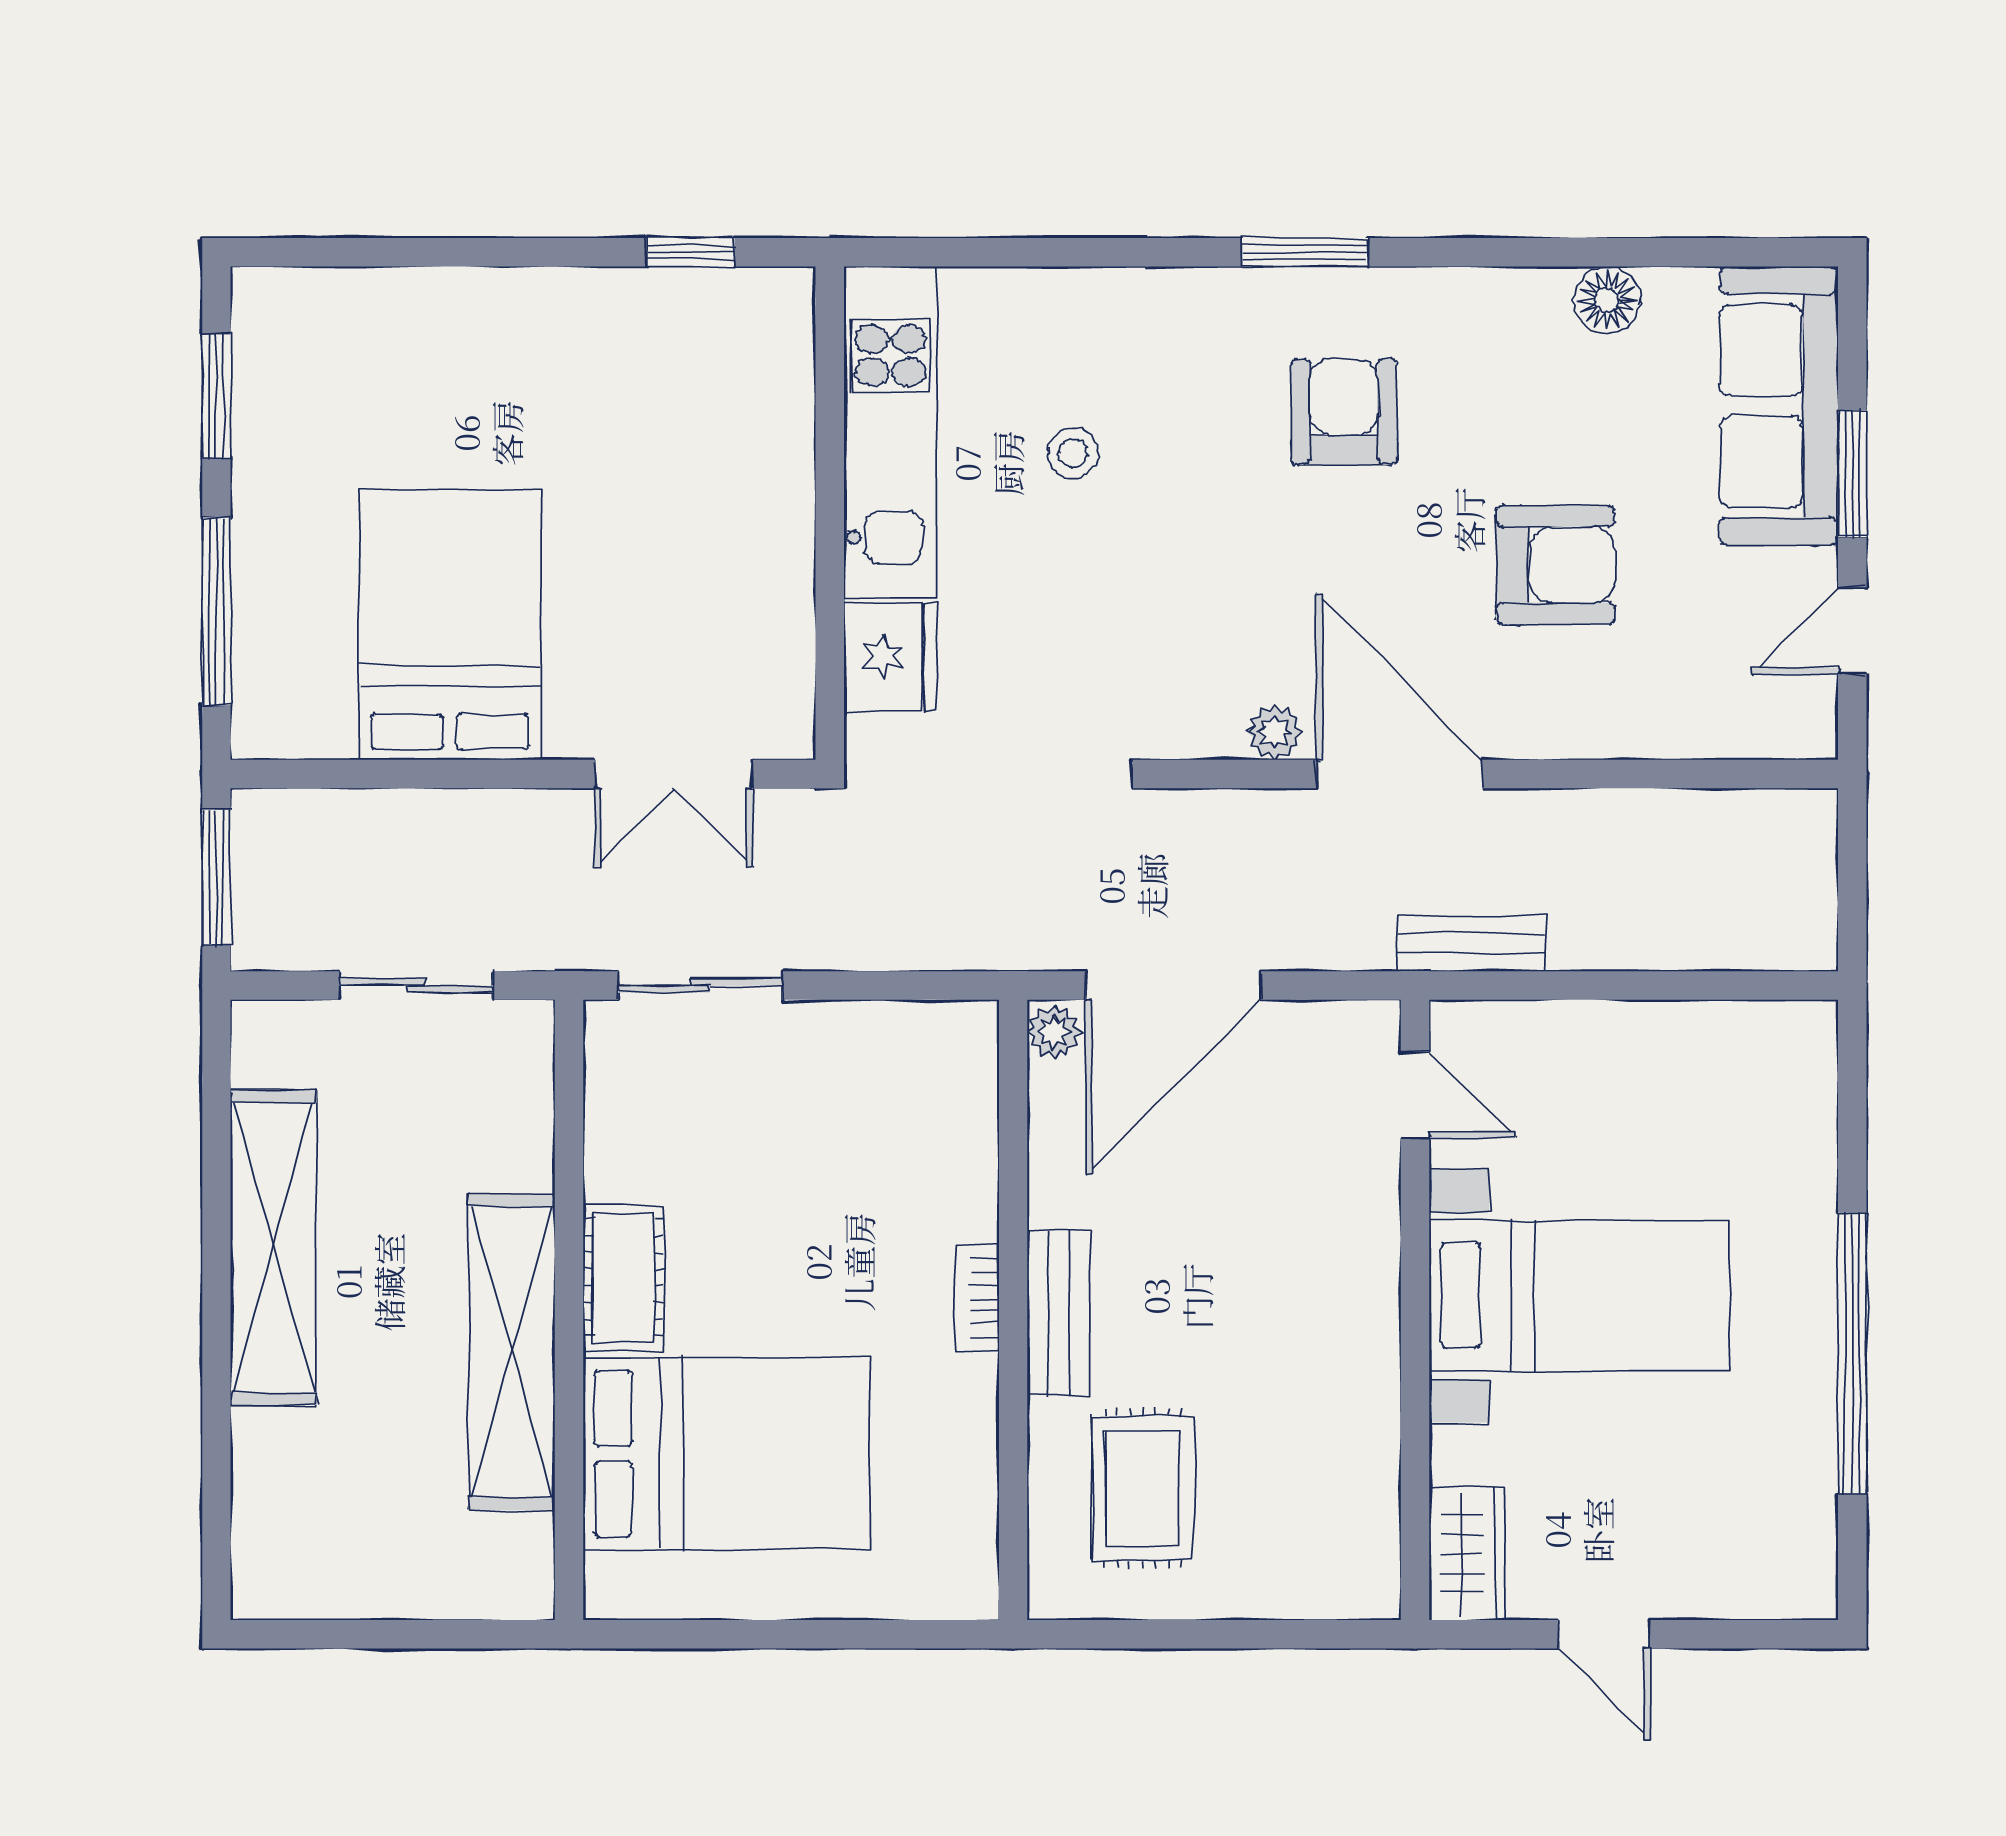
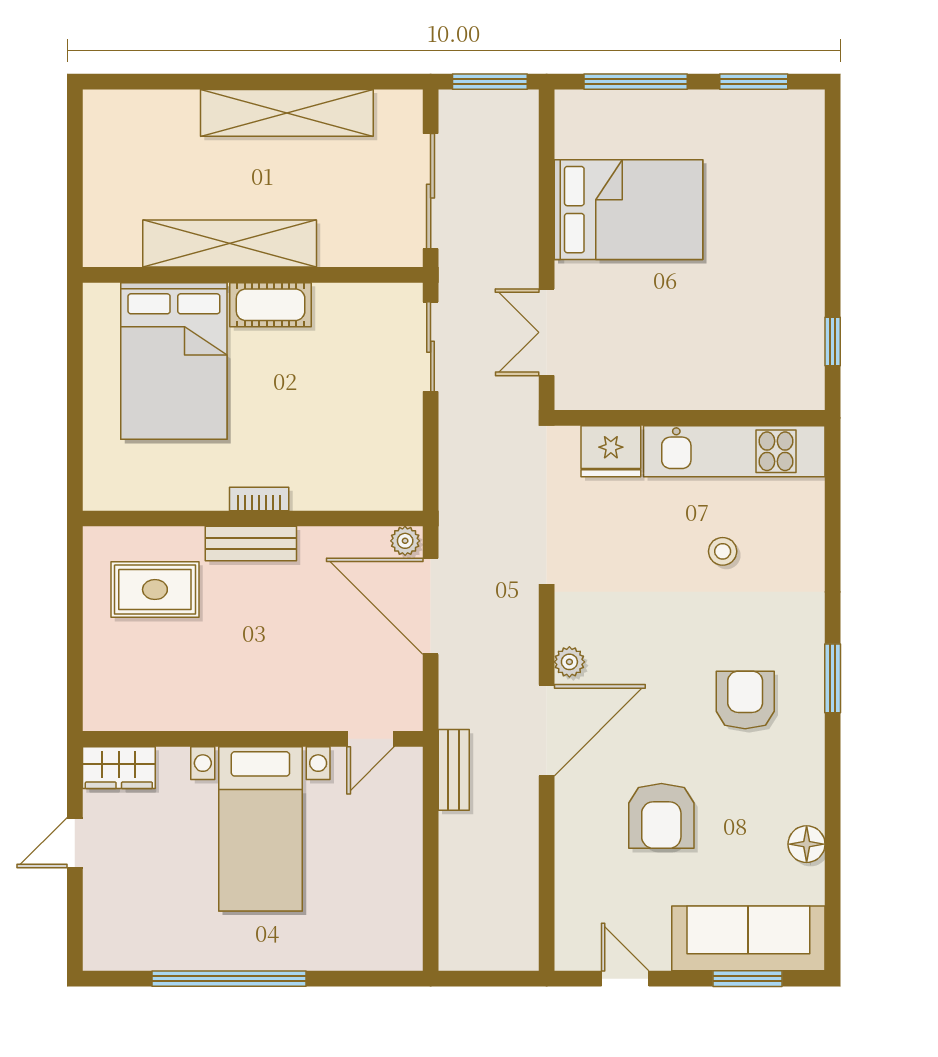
armchair: (1344, 412) -> (745, 700), turned -90
window: (1852, 474) -> (748, 979), moved
sliding door: (416, 986) -> (431, 191), width x1.37

